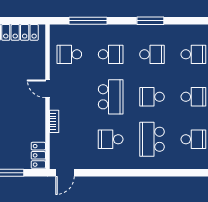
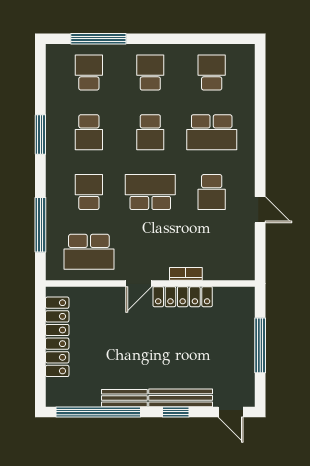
school desk: (69, 54) -> (89, 252), width x1.85
school desk: (152, 54) -> (89, 132), turned 180
locker: (38, 155) -> (183, 297), moved, width x1.53
door: (65, 173) -> (260, 210), moved

